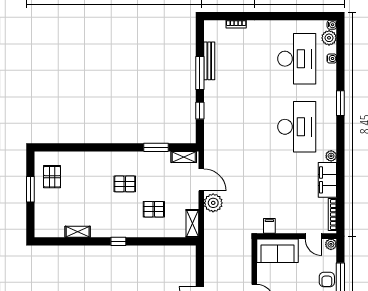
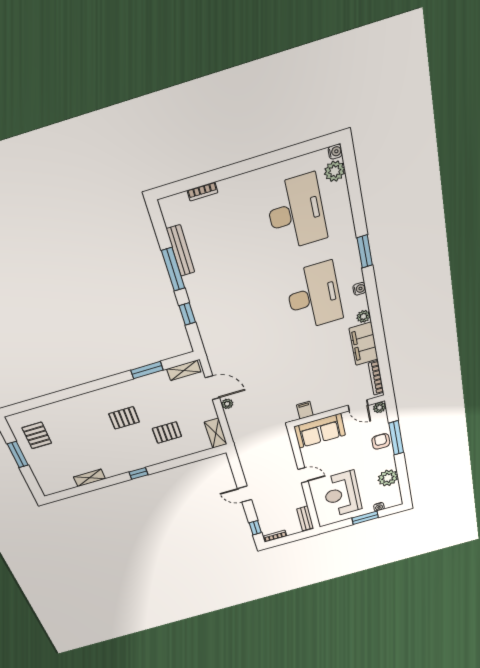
water cooler: (332, 59) -> (359, 289), moved
plant: (213, 203) -> (227, 404), width x0.53, depth x0.53
armchair: (327, 280) -> (381, 441), turned 180

